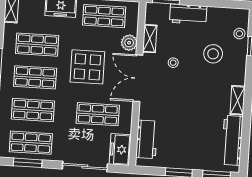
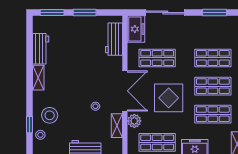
stool: (213, 54) -> (50, 115), moved
workbench: (232, 140) -> (41, 49), width x0.73
shop shelf: (31, 143) -> (213, 30), removed

